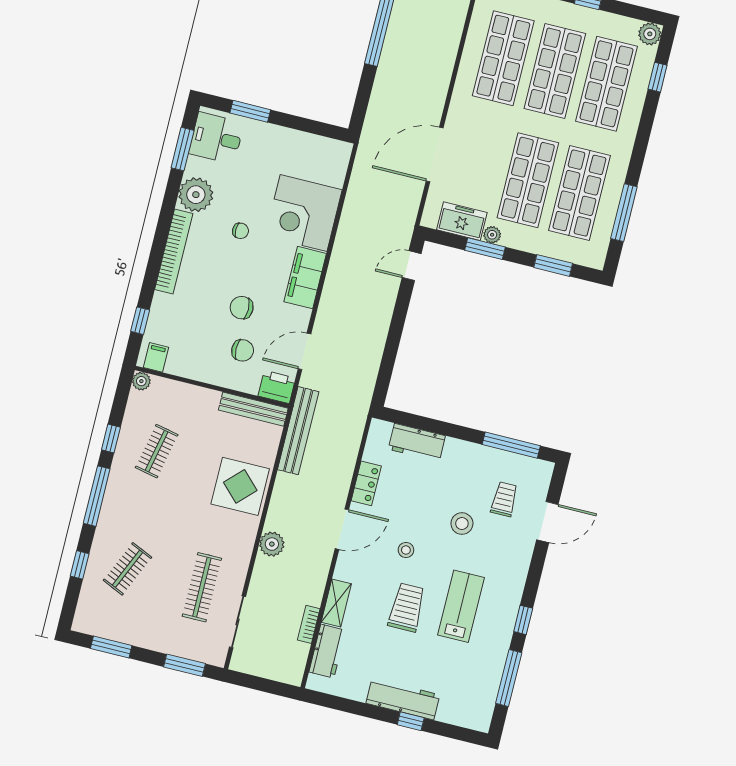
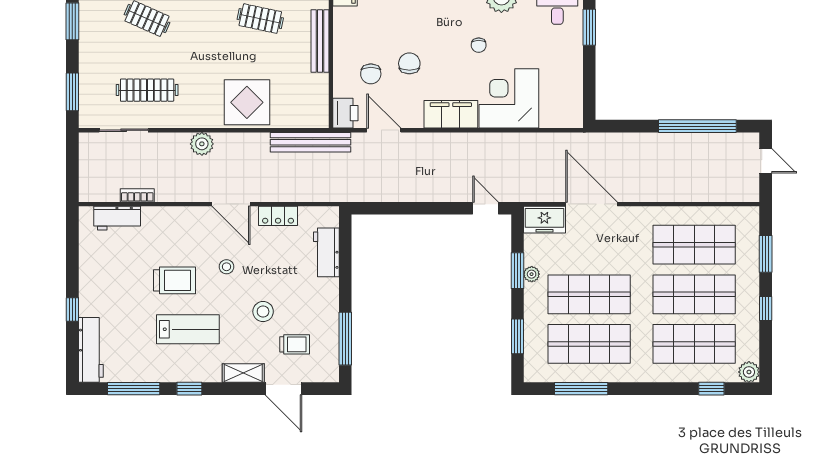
freezer: (462, 221) -> (544, 220), moved, turned 90
bench: (253, 409) -> (320, 41), moved
shelving: (336, 603) -> (243, 373), moved
workbench: (403, 699) -> (91, 350), moved

